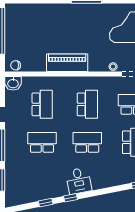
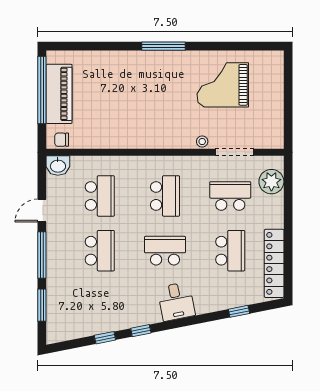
piano: (67, 63) -> (59, 94), moved, turned 90
school desk: (42, 142) -> (100, 251), turned 90
desk: (79, 181) -> (176, 301), moved

